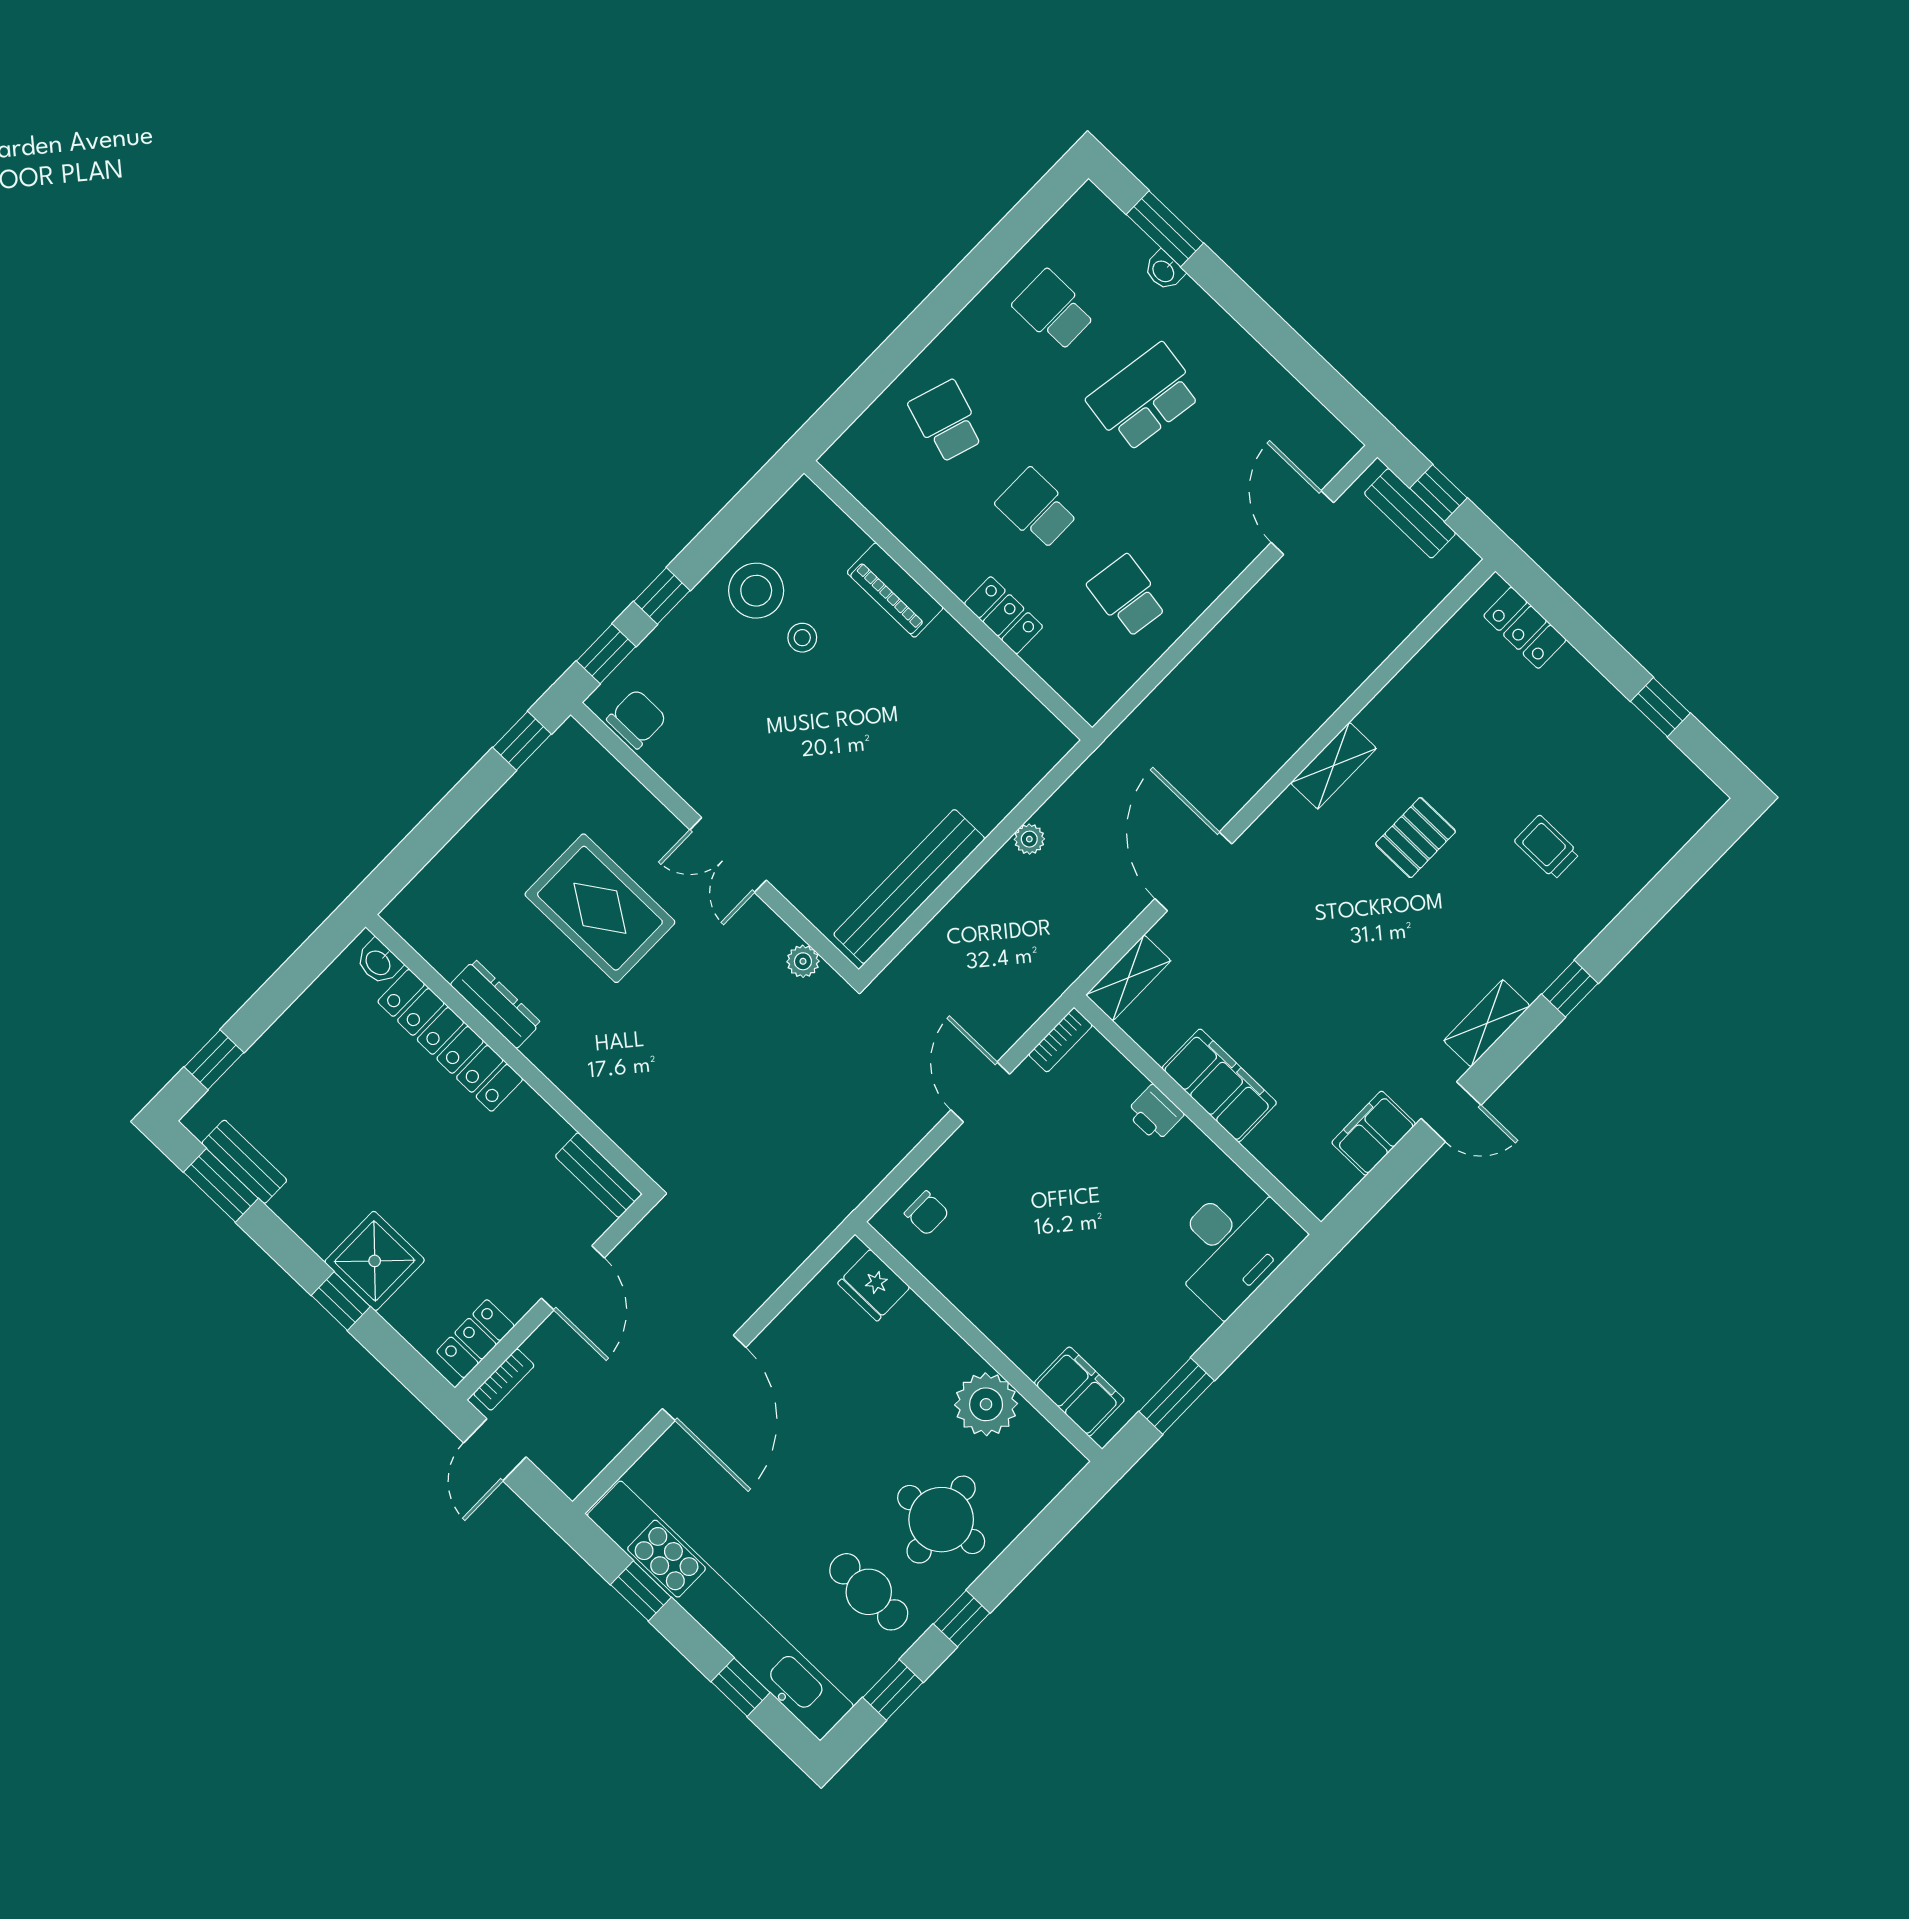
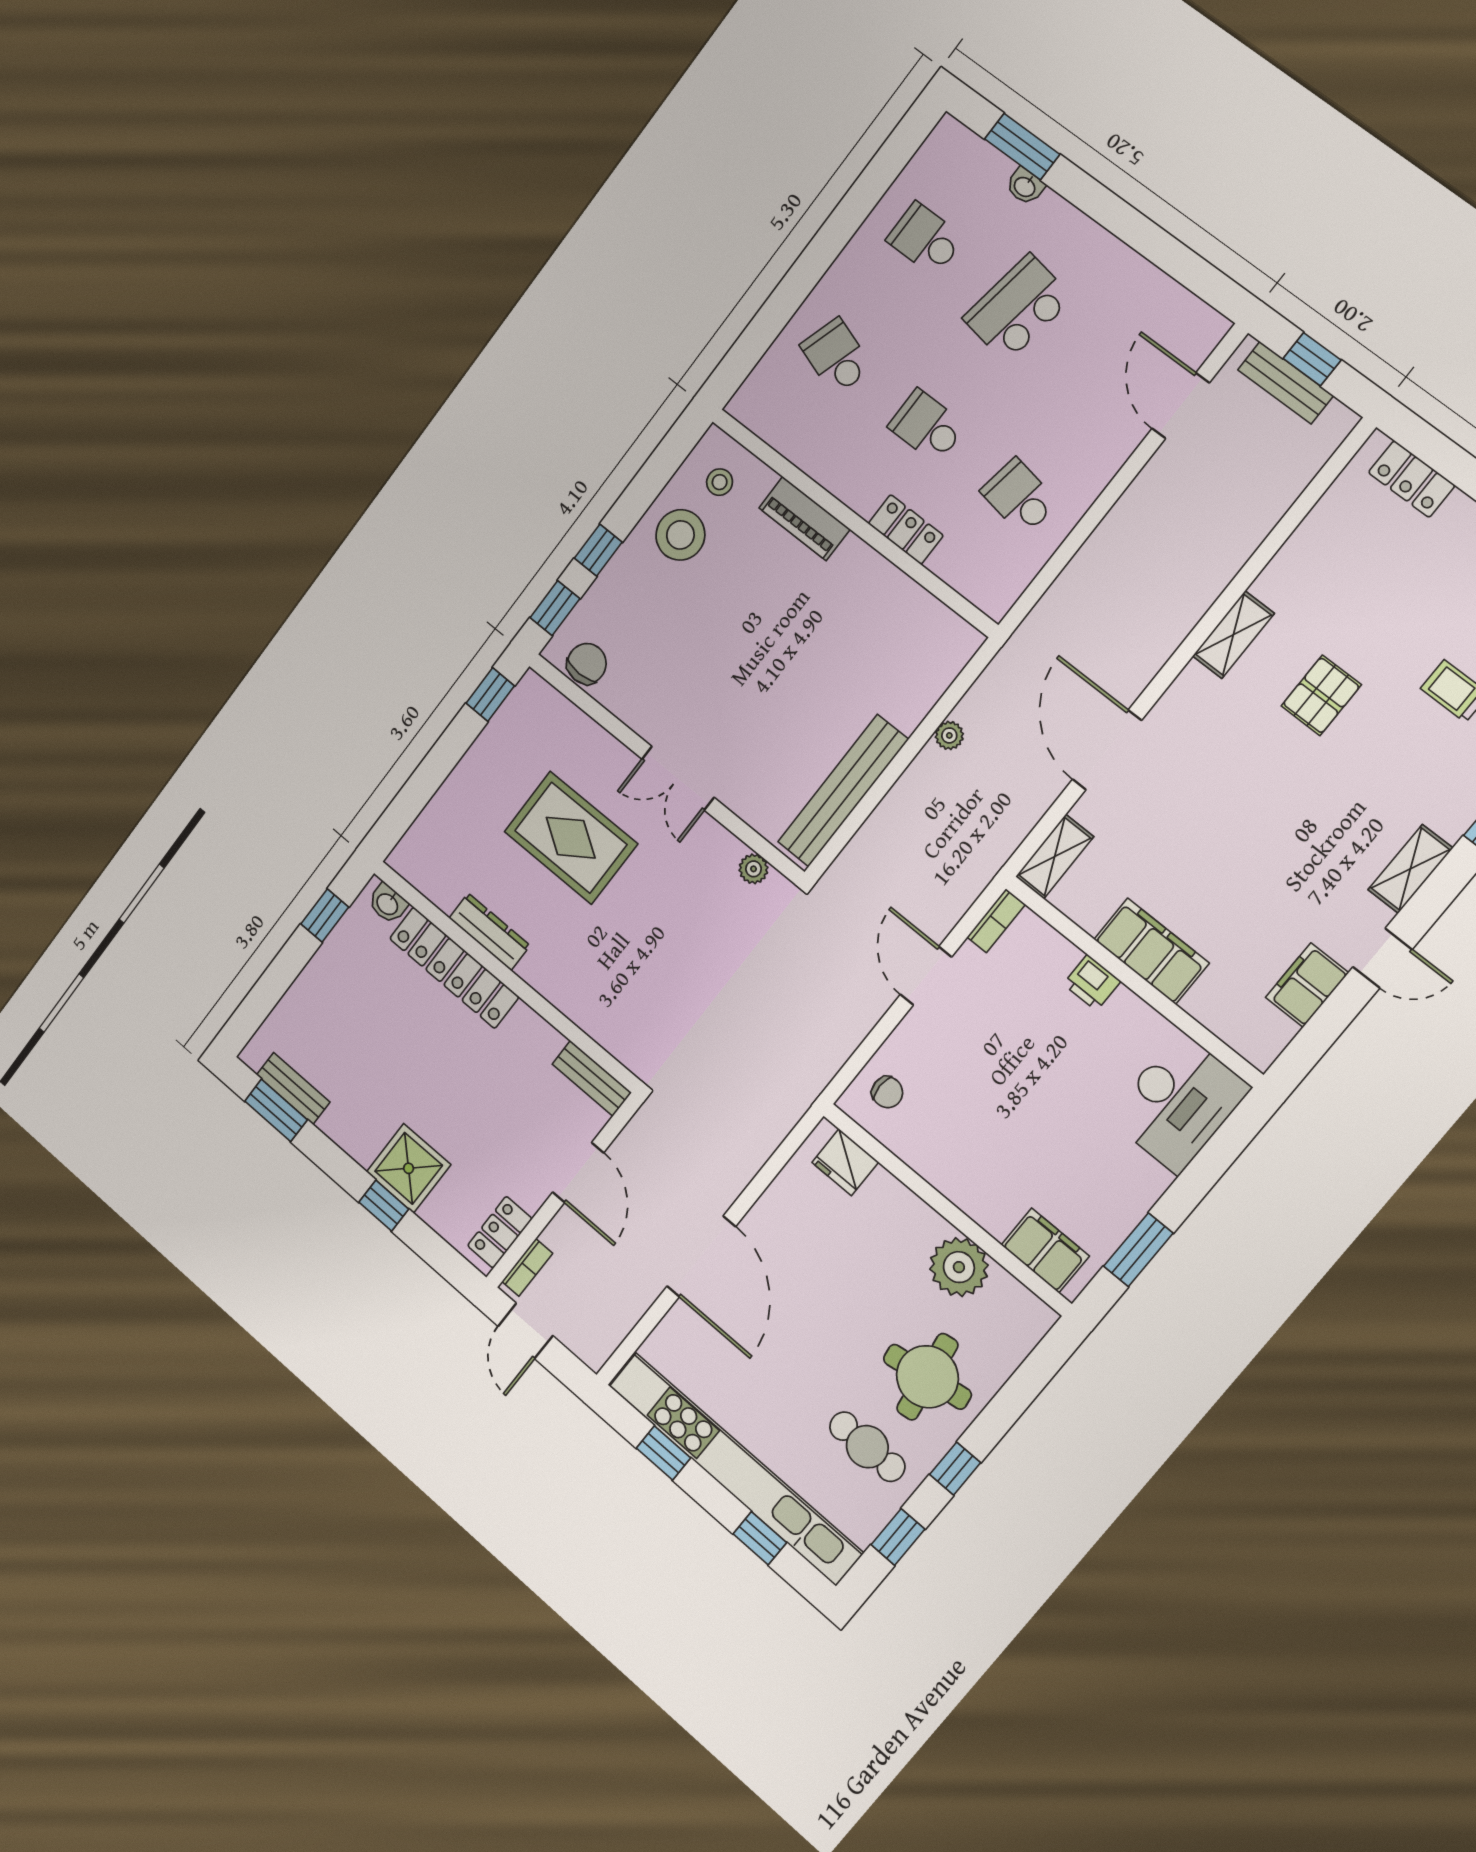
stool: (802, 638) -> (720, 482), moved
window: (214, 1060) -> (325, 916), moved

